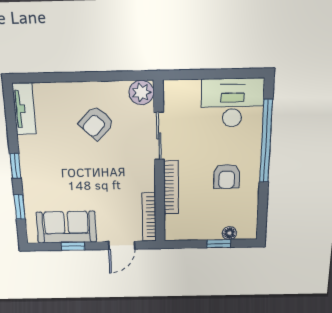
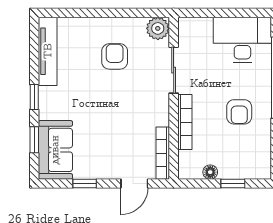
tv unit: (24, 109) -> (48, 51), width x1.41
armchair: (96, 123) -> (115, 56), turned 136
sofa: (66, 227) -> (55, 150), moved, turned 90
floor lamp: (229, 233) -> (210, 172), moved

